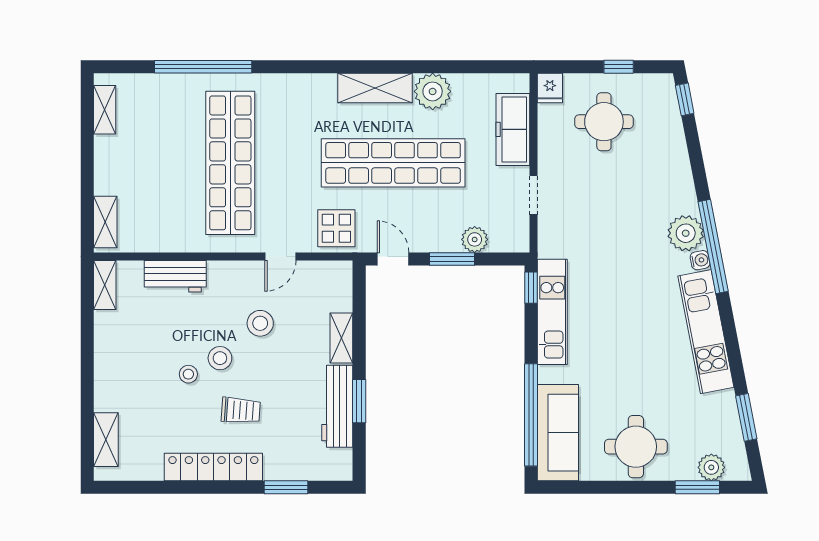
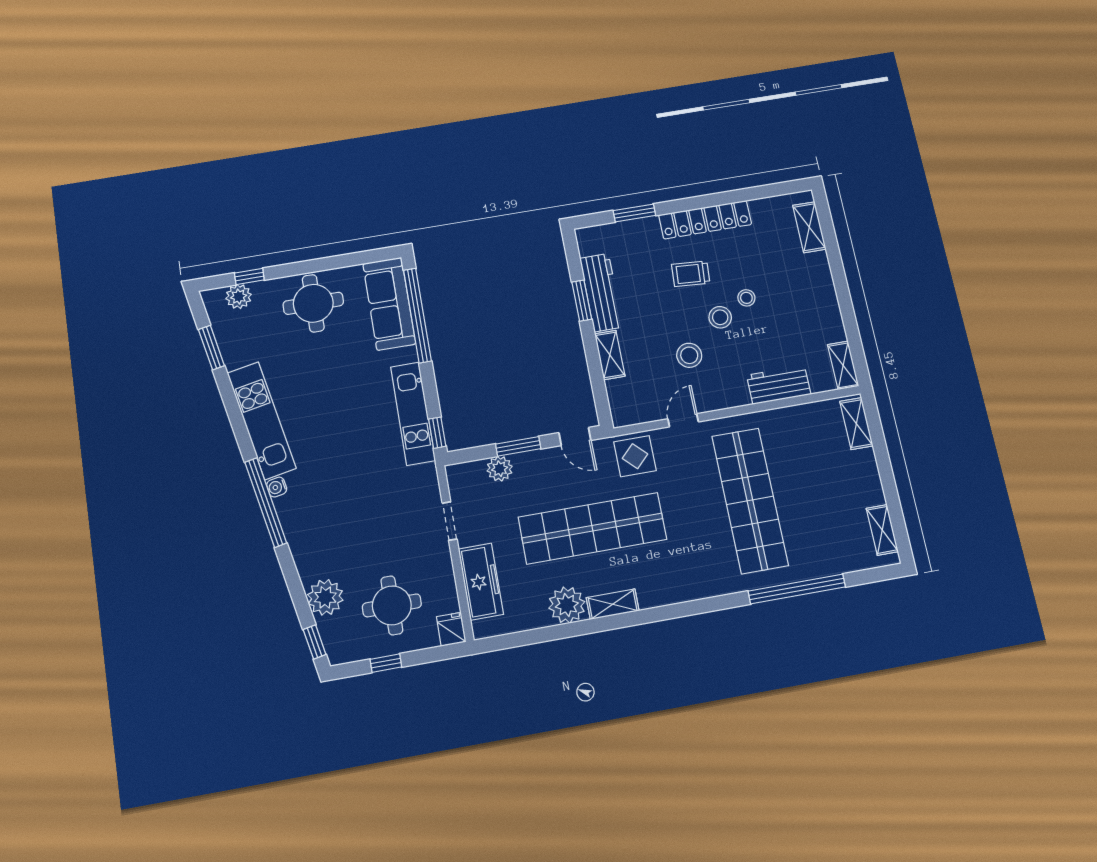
shelving: (375, 88) -> (613, 604), width x0.67, depth x0.75
plant: (686, 233) -> (325, 597), moved
window: (697, 487) -> (249, 277), width x0.67

